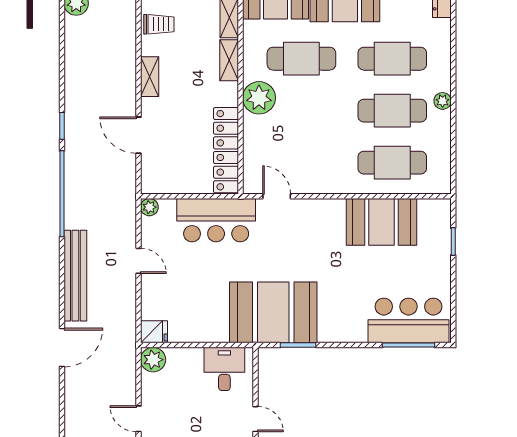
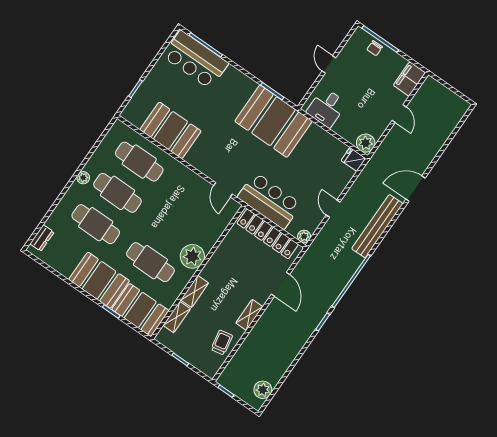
trolley: (159, 24) -> (222, 343), turned 79
locker: (226, 150) -> (268, 234), moved, turned 90

